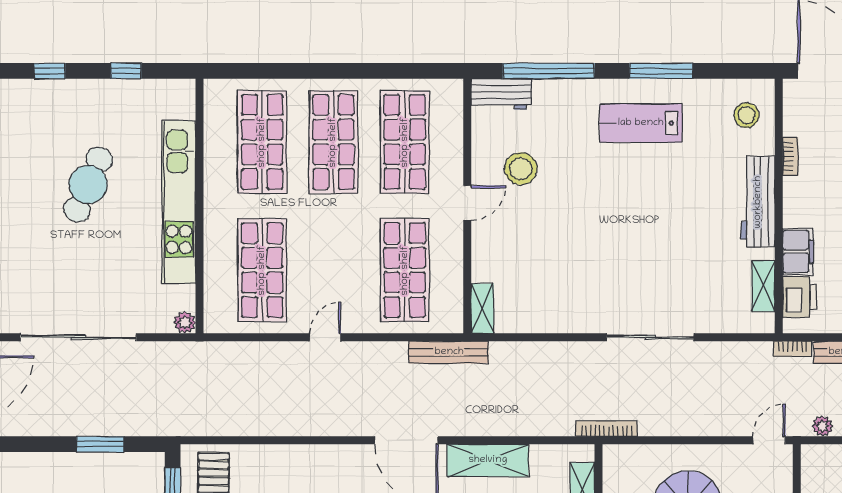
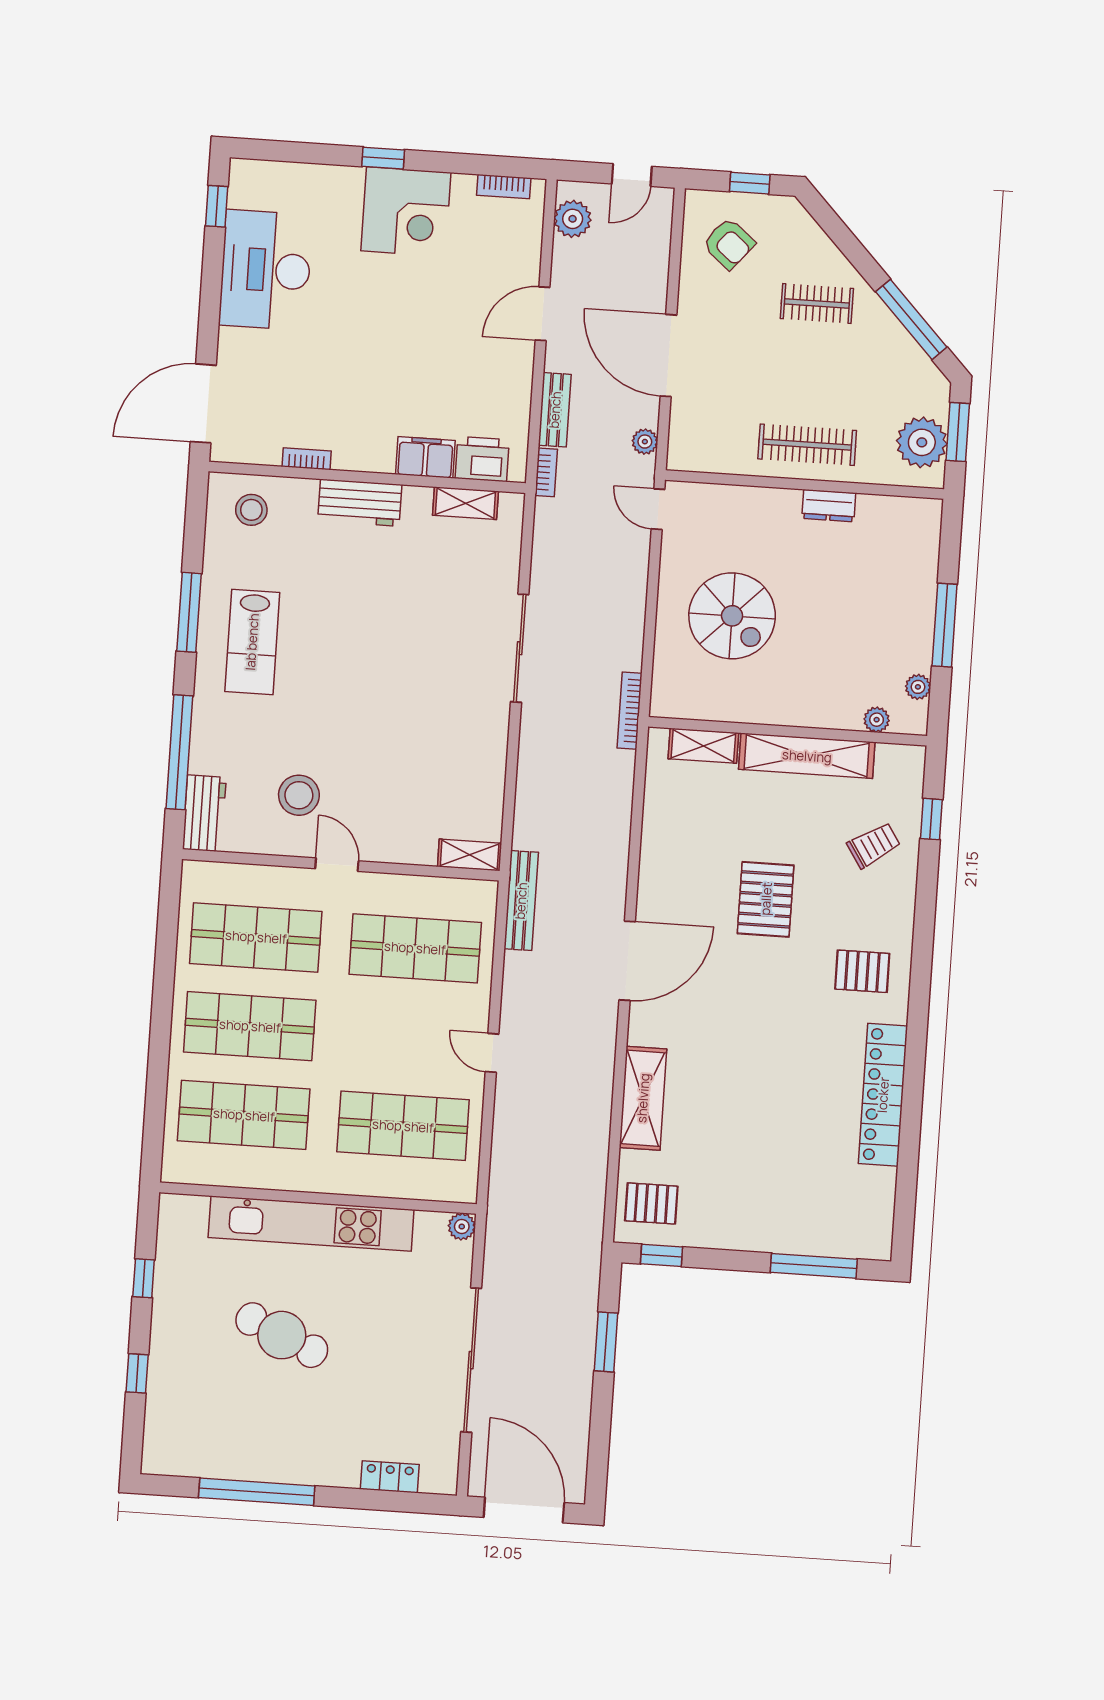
workbench: (758, 202) -> (360, 503), width x0.73
shelving: (488, 460) -> (643, 1098), moved

